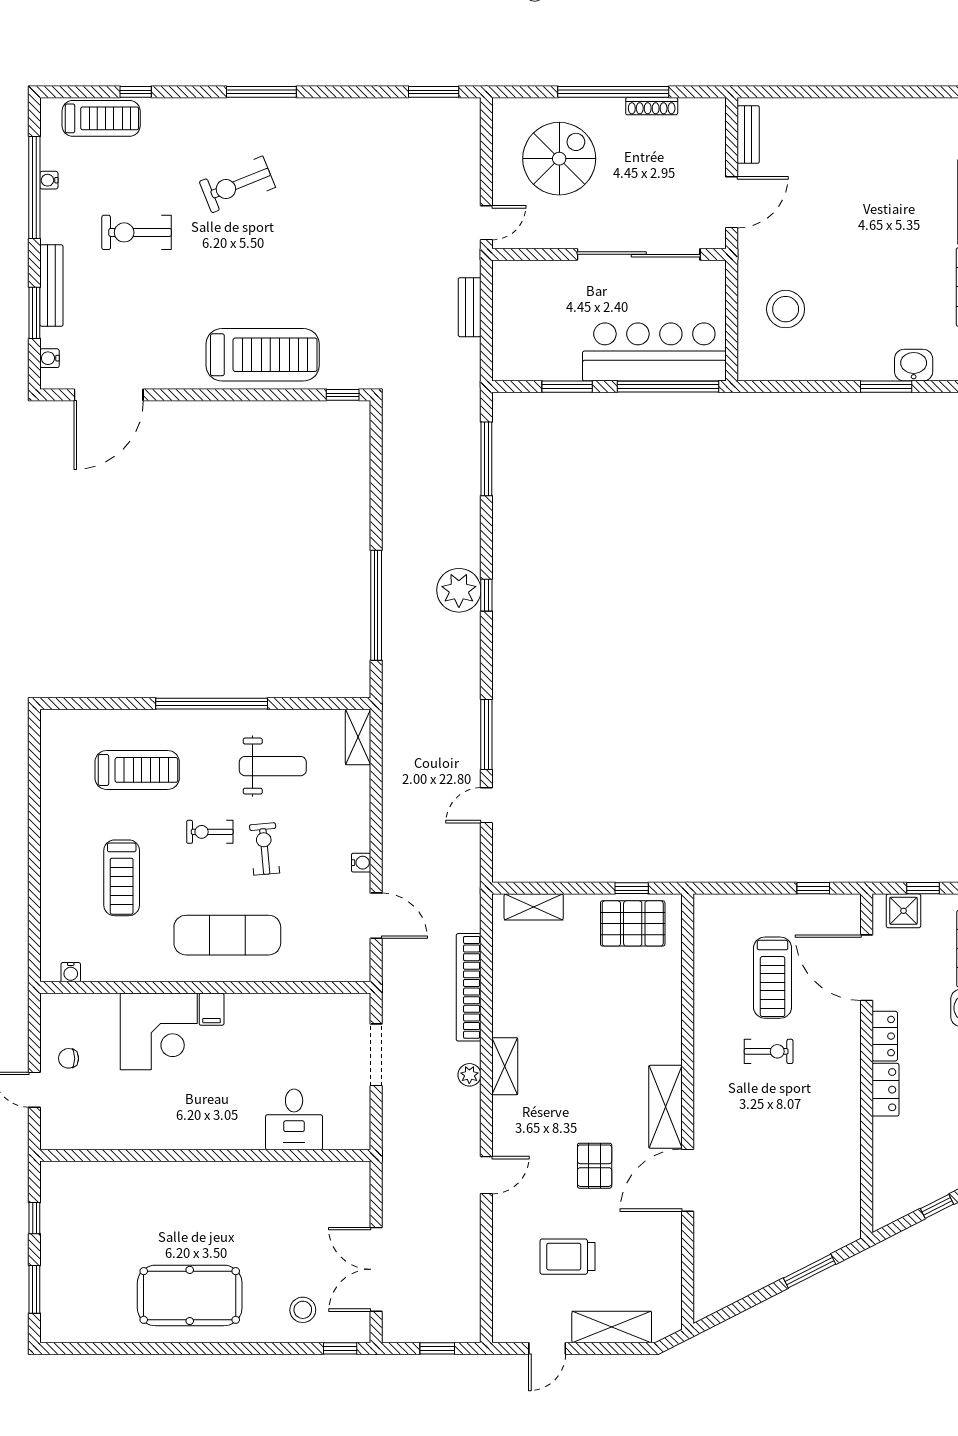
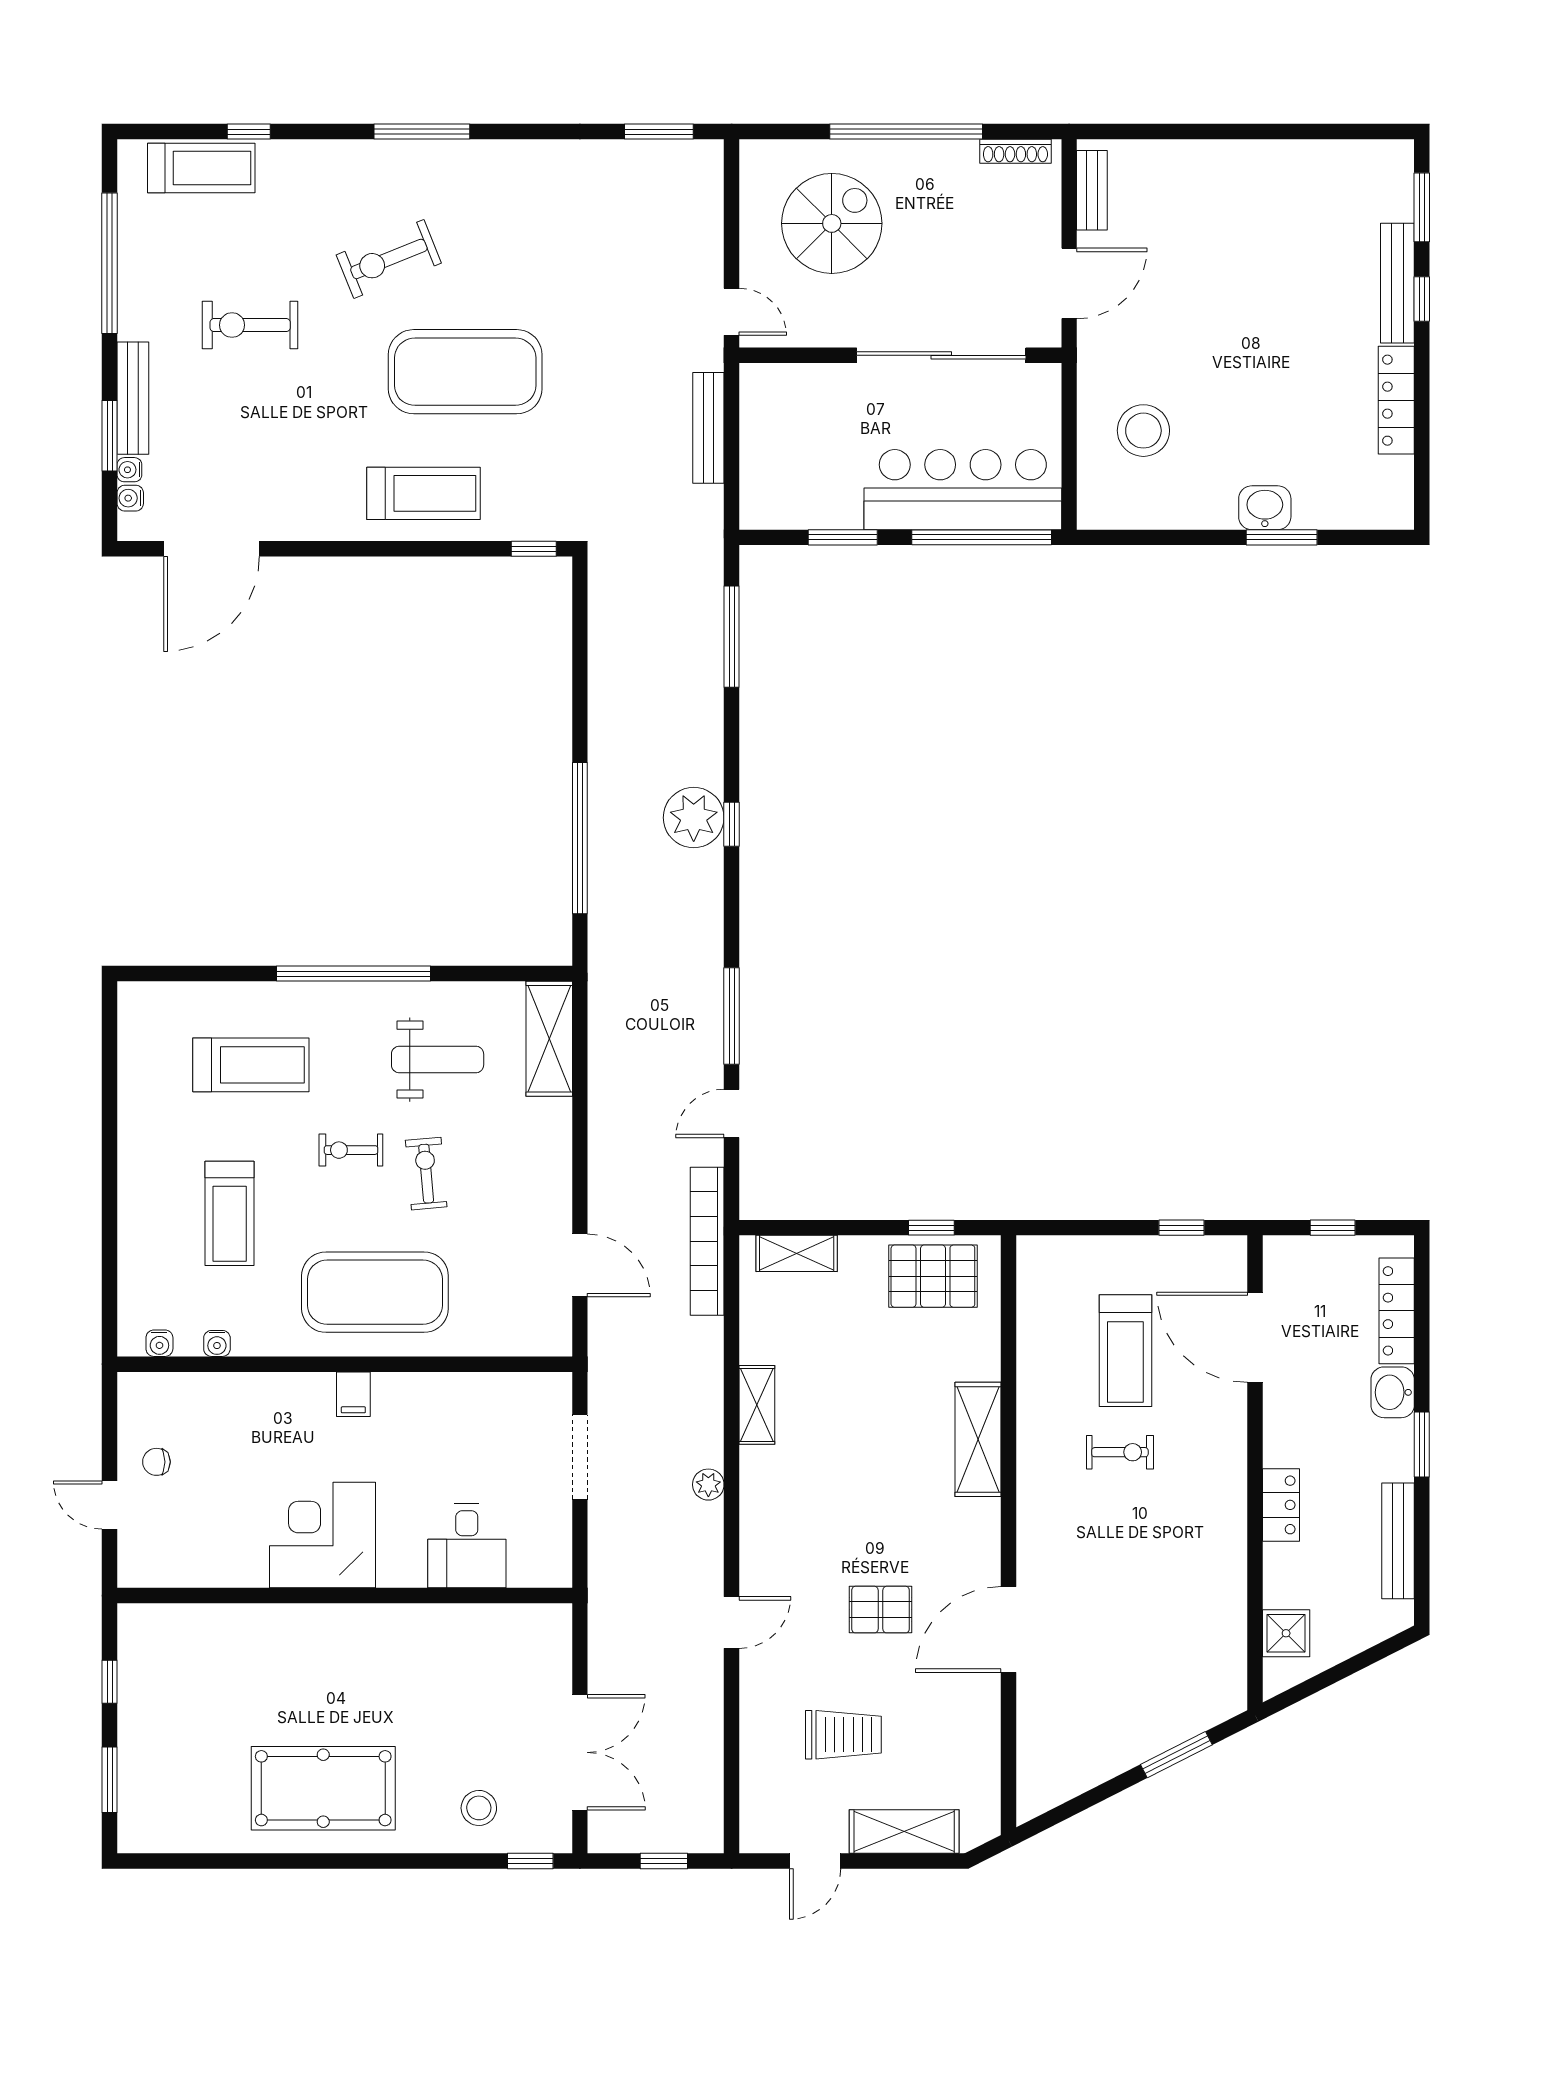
shoe rack: (652, 106) -> (1015, 151), moved
water cooler: (49, 180) -> (129, 470), moved
door: (486, 223) -> (732, 312), hinge flipped
exercise mat: (293, 266) -> (465, 372), added
bench: (470, 307) -> (708, 428), width x1.36
treadmill: (263, 355) -> (424, 493), width x0.73, depth x0.73
washbasin: (914, 365) -> (1265, 508), moved
shelving: (358, 737) -> (549, 1039), width x1.50, depth x1.33
water cooler: (361, 863) -> (217, 1343), moved, turned 90
shower: (903, 911) -> (1286, 1633), moved
exercise mat: (227, 935) -> (375, 1292), width x1.47
bookcase: (469, 987) -> (707, 1241), moved
corner desk: (159, 1031) -> (323, 1535), moved, turned 180
locker: (885, 1036) -> (1280, 1431), removed
shelving: (505, 1066) -> (757, 1405), moved
shelving: (665, 1107) -> (978, 1439), moved
pallet: (595, 1166) -> (881, 1610), turned 90
window: (937, 1206) -> (1352, 1666), removed
trolley: (568, 1257) -> (843, 1735), turned 180
double door: (376, 1269) -> (580, 1752), swing flipped

